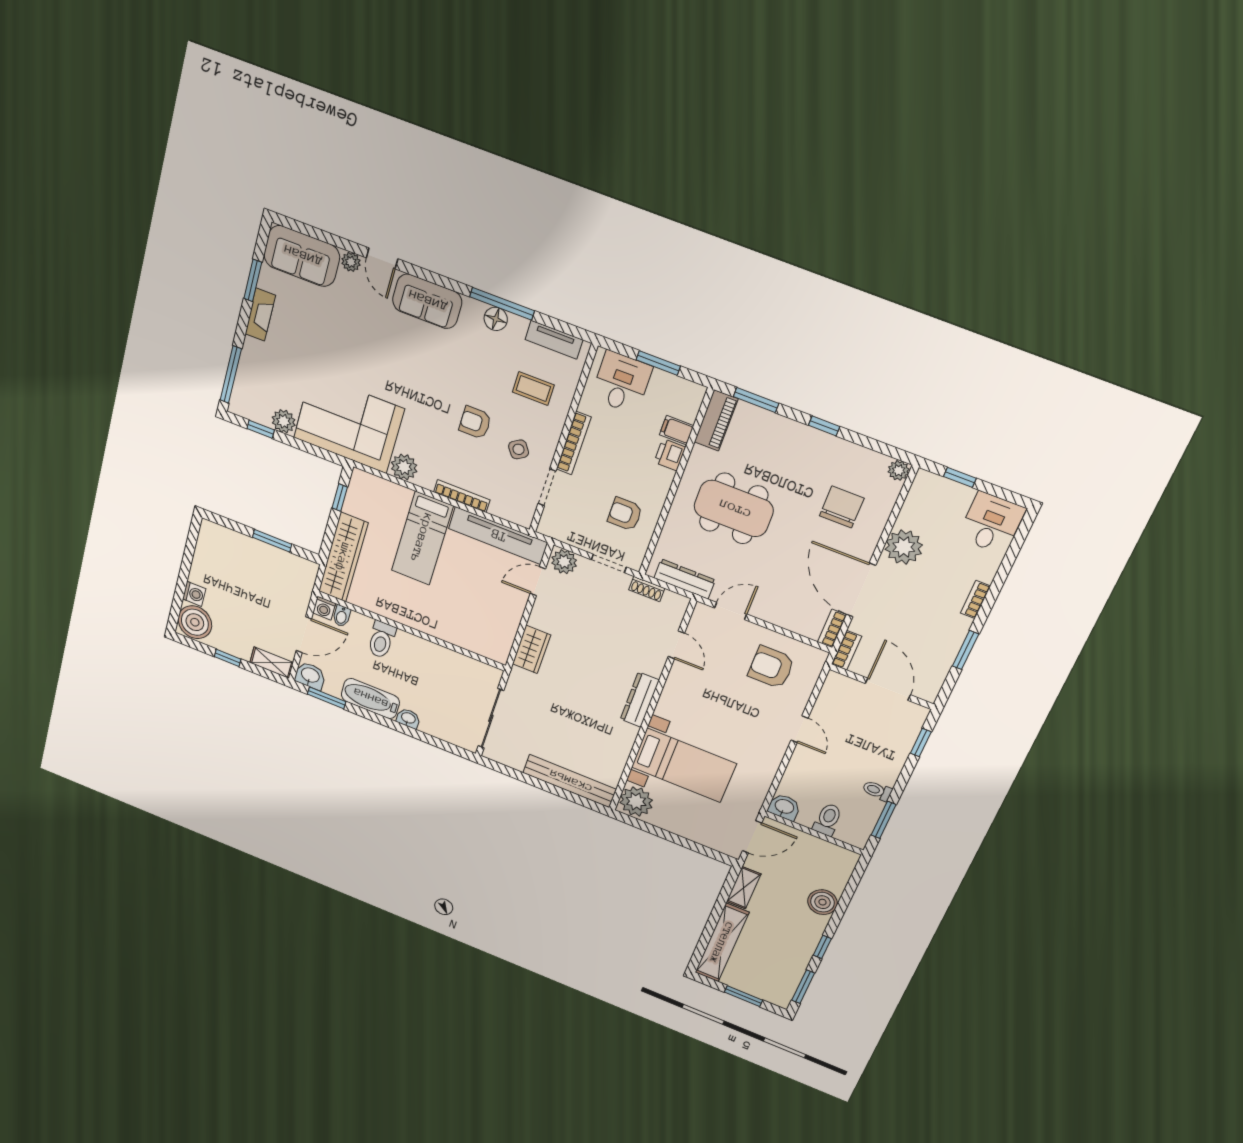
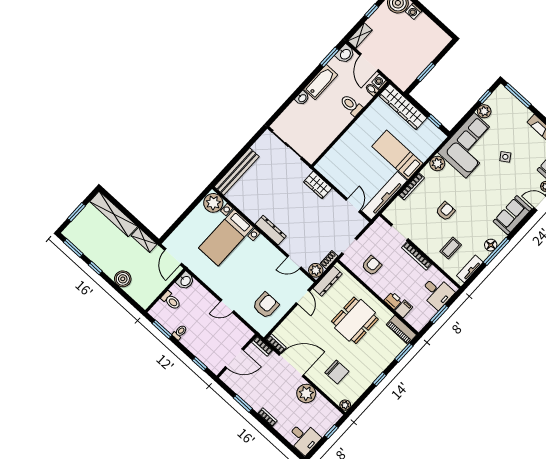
side table: (519, 449) -> (505, 157), moved
plant: (564, 562) -> (316, 270), moved

